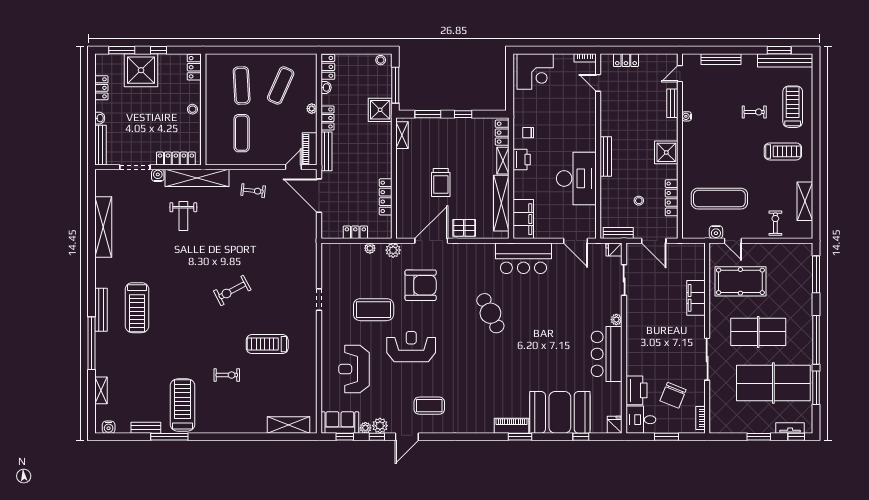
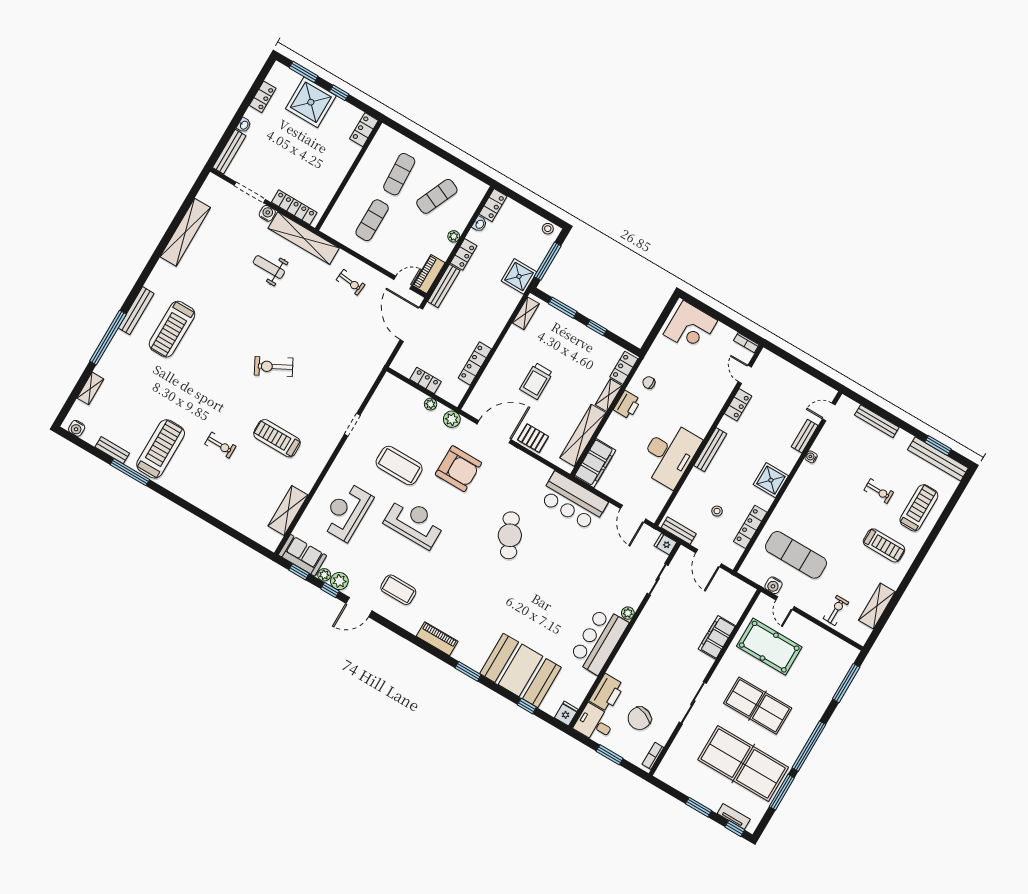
locker: (626, 60) -> (738, 405), moved, turned -90
stool: (192, 109) -> (338, 169), removed
weight bench: (183, 216) -> (269, 267), turned 90
shelving: (289, 425) -> (288, 511), moved, turned 90
piano: (511, 426) -> (437, 639), moved

